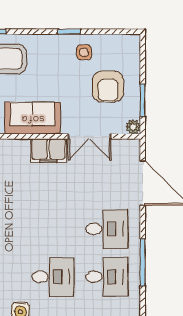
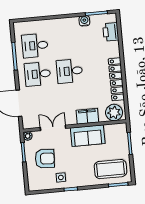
armchair: (108, 86) -> (45, 159), turned 93
filing cabinet: (48, 151) -> (87, 116), moved
desk: (53, 277) -> (70, 71), moved

